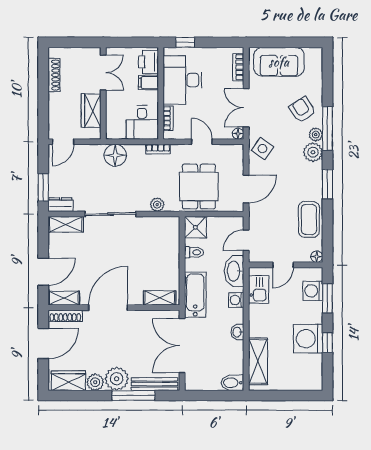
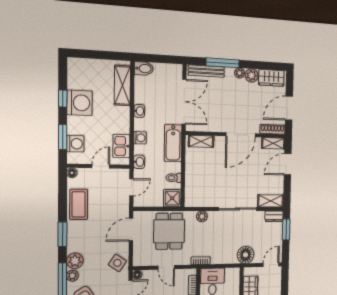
floor lamp: (115, 155) -> (246, 255), moved
washbasin: (234, 271) -> (139, 162), width x0.52, depth x0.69
plant: (117, 379) -> (239, 73), width x0.53, depth x0.53

